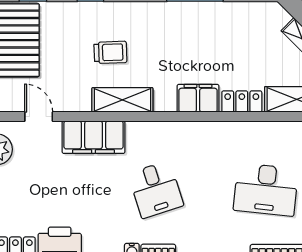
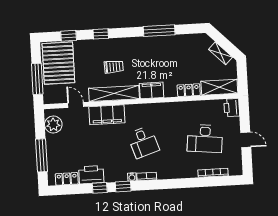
filing cabinet: (198, 98) -> (152, 90), moved
shelving: (122, 100) -> (114, 93), width x1.47

